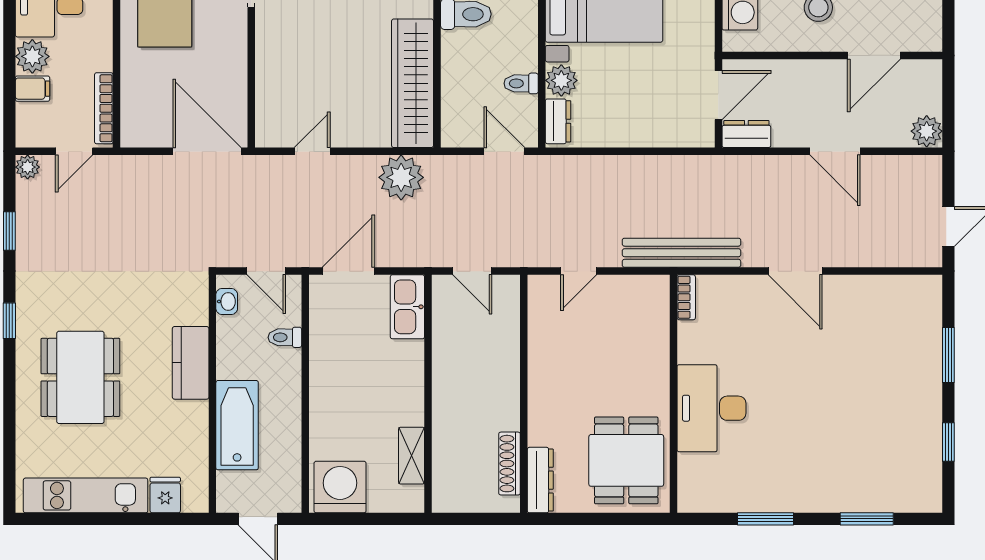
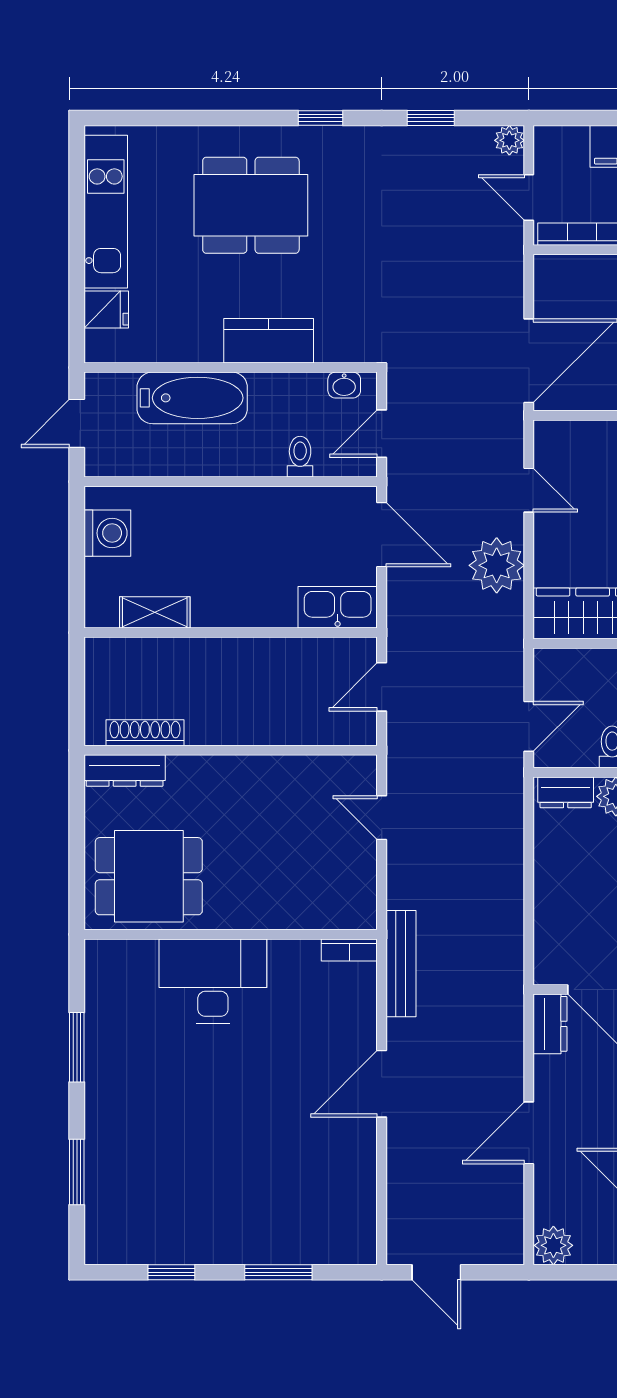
plant: (401, 177) -> (497, 565), moved
bench: (682, 253) -> (401, 964), width x0.73, depth x0.82
washing machine: (340, 487) -> (107, 533), width x0.73, depth x0.73

